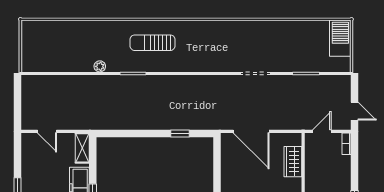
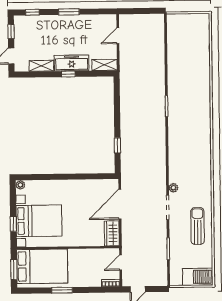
sun lounger: (153, 43) -> (198, 226), moved
plant: (100, 66) -> (173, 188), moved
door: (322, 131) -> (121, 263), swing flipped
wardrobe: (293, 162) -> (112, 233), moved, turned -90

